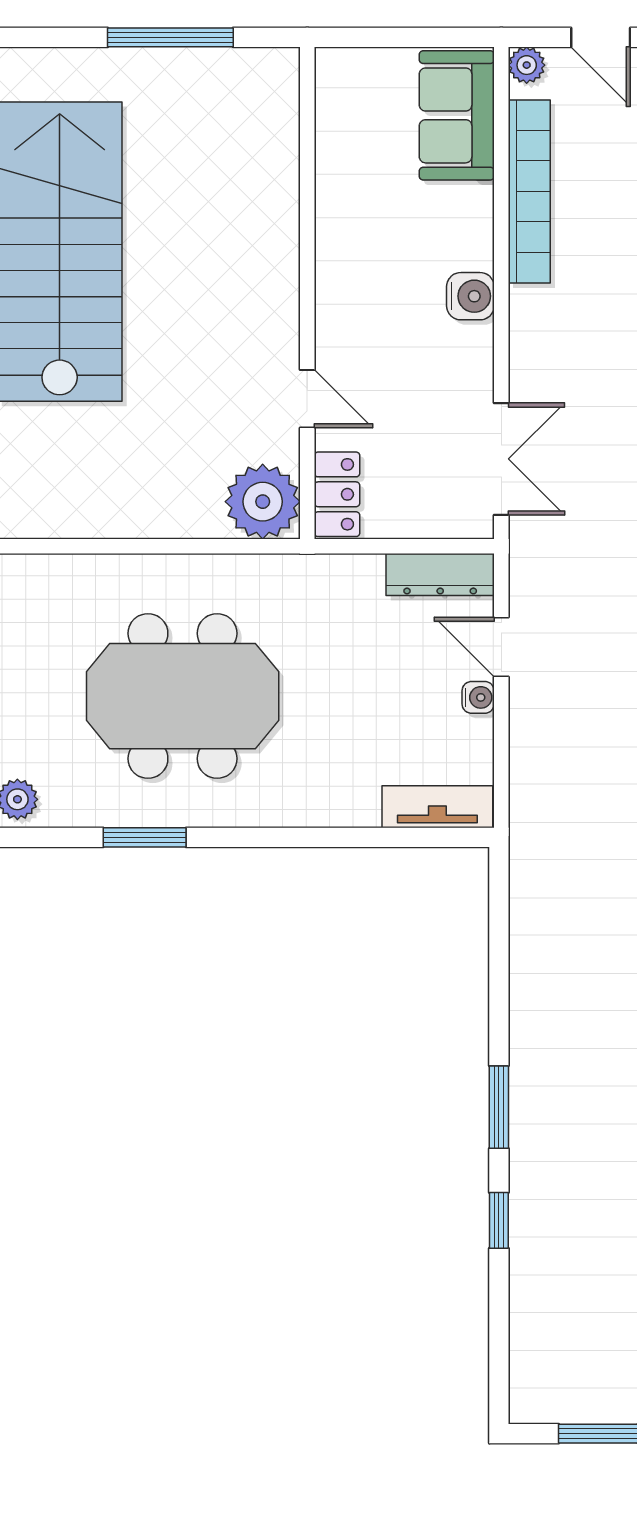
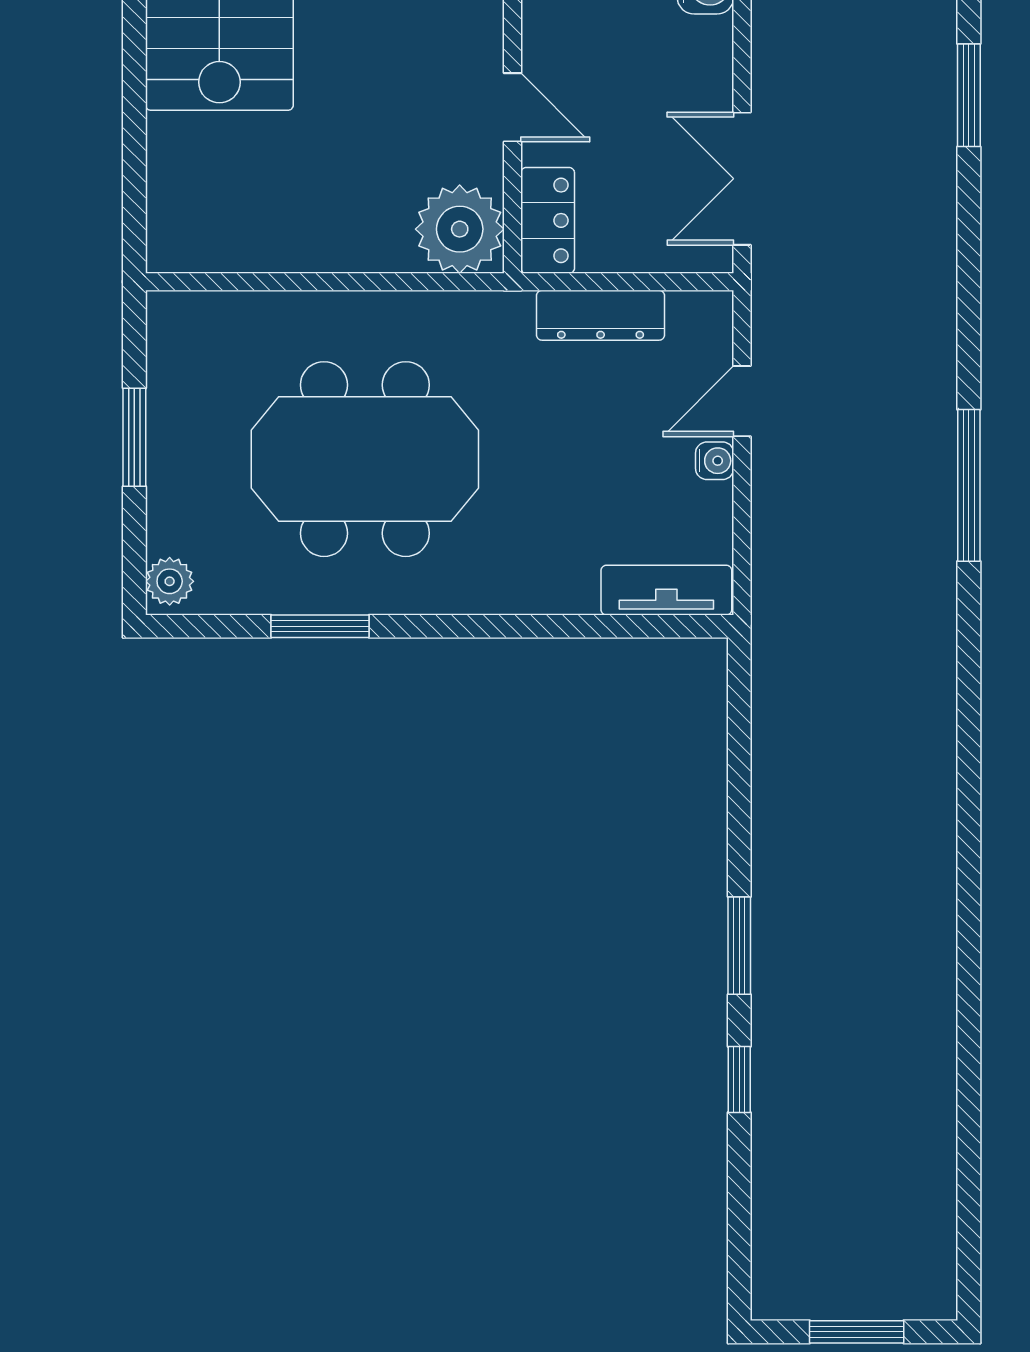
double door: (501, 459) -> (742, 179), swing flipped
dresser: (440, 574) -> (601, 315), moved
door: (501, 647) -> (742, 401), hinge flipped

